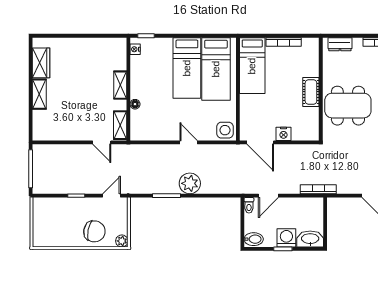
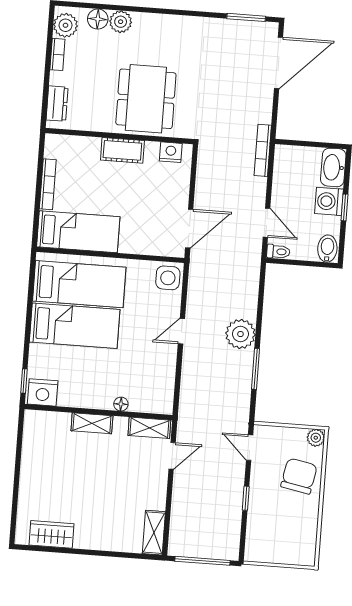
nightstand: (135, 49) -> (43, 392), width x1.89, depth x1.79
shelving: (39, 94) -> (154, 533), moved, turned 90
nightstand: (283, 134) -> (171, 152), moved, turned -90

